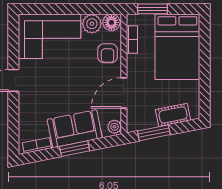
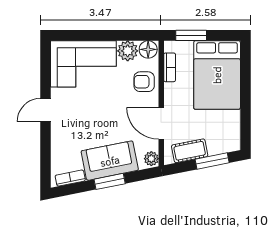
armchair: (108, 53) -> (144, 82), turned 90
door: (124, 93) -> (161, 123), hinge flipped
cot: (173, 115) -> (190, 151), moved
window: (154, 133) -> (212, 161), moved

